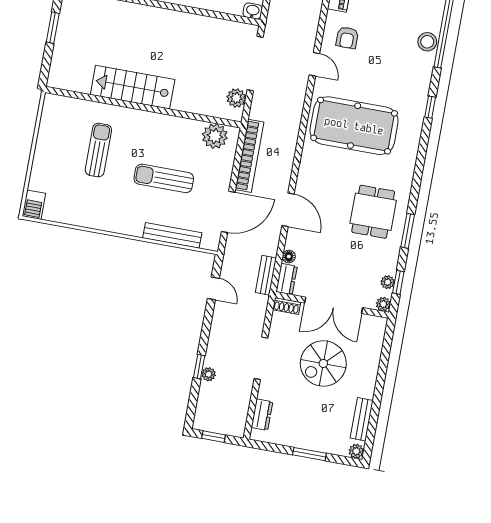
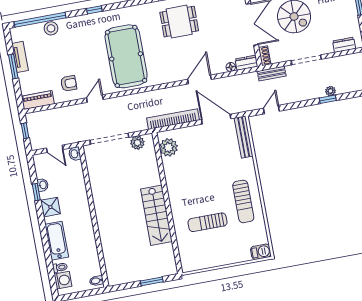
window: (53, 28) -> (152, 281), moved
sun lounger: (164, 178) -> (243, 201), moved
bench: (172, 235) -> (244, 137), moved
bench: (266, 275) -> (272, 74), moved

